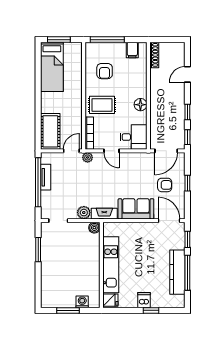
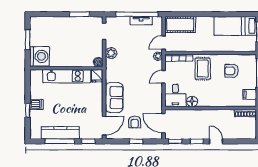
door: (187, 74) -> (216, 141), moved
floor lamp: (140, 105) -> (192, 101), moved
door: (71, 151) -> (164, 43), swing flipped
fireplace: (104, 214) -> (110, 71), removed
fridge: (110, 300) -> (97, 76), moved
washing machine: (82, 302) -> (40, 56), width x1.89, depth x1.89

